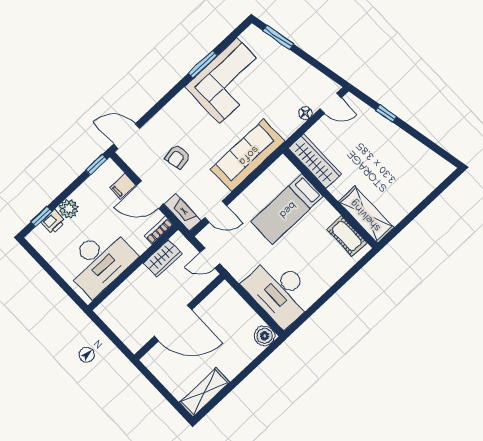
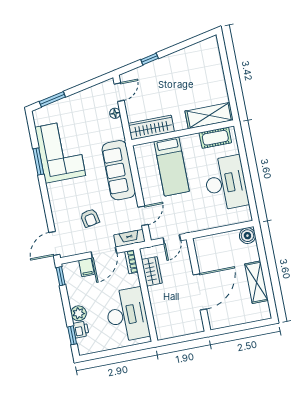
desk: (279, 291) -> (226, 183), moved, turned -90
shelving: (204, 392) -> (256, 282), moved

